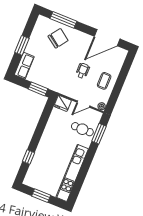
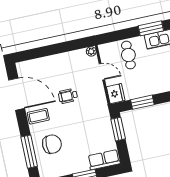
chair: (58, 38) -> (52, 144), turned 144
coffee table: (104, 81) -> (38, 116), moved
window: (45, 117) -> (142, 102), added
window: (99, 134) -> (151, 28), moved

